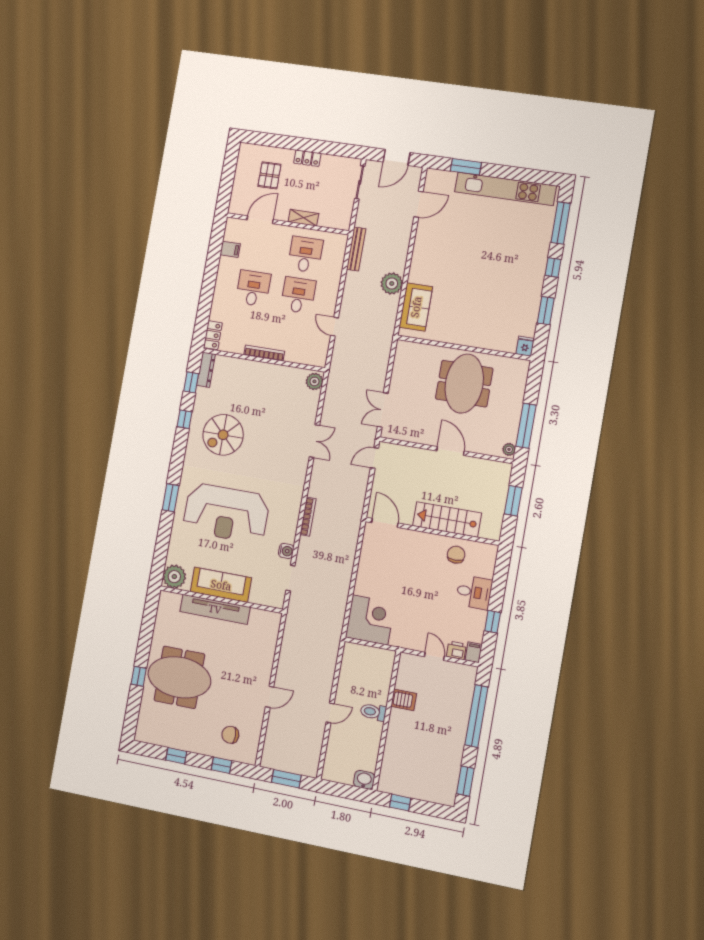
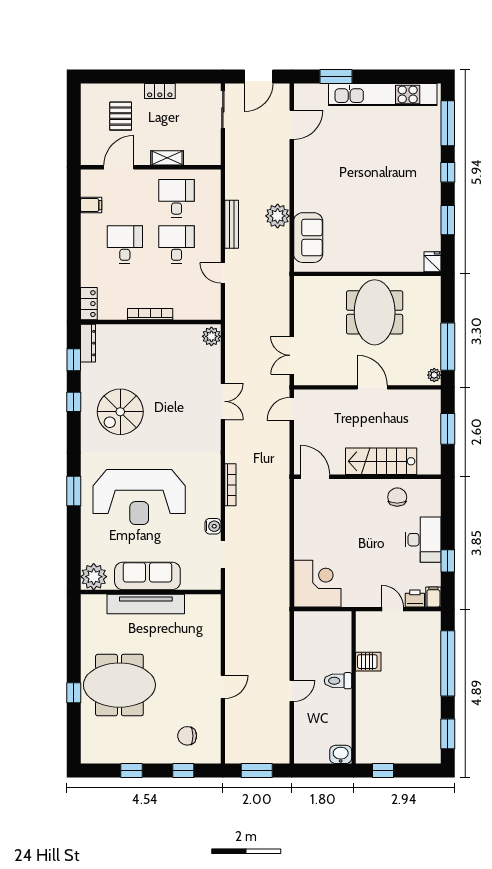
bench: (356, 249) -> (232, 224), moved
desk: (474, 592) -> (423, 540), width x1.37

